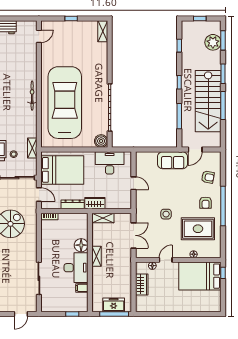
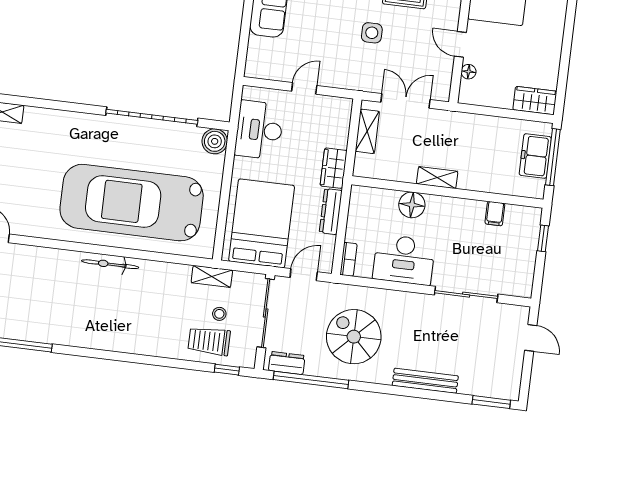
shelving: (103, 218) -> (367, 131), moved
desk: (76, 268) -> (404, 260), moved, turned 180
wardrobe: (142, 284) -> (535, 101), moved

